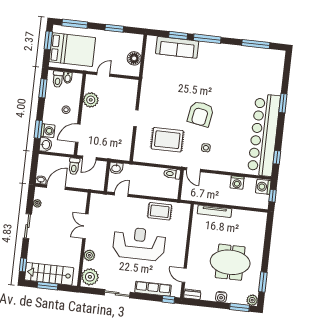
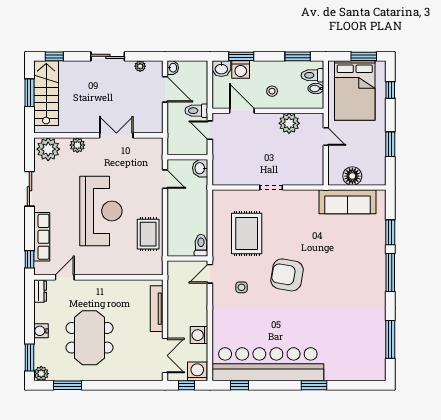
window: (75, 24) -> (390, 90), width x0.46
sofa: (177, 47) -> (347, 202), moved, turned -90
double door: (249, 209) -> (165, 356), added

